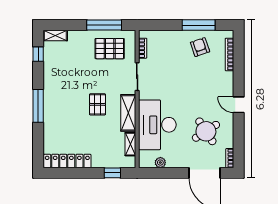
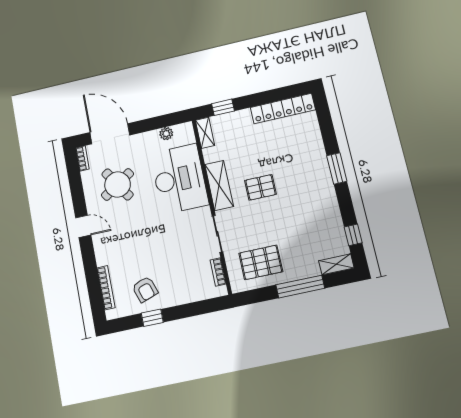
window: (104, 25) -> (300, 287), moved
window: (199, 25) -> (152, 318), width x0.46
pallet: (97, 104) -> (261, 187), turned 90
window: (38, 106) -> (337, 168), width x0.69
shelving: (130, 144) -> (205, 133), moved

